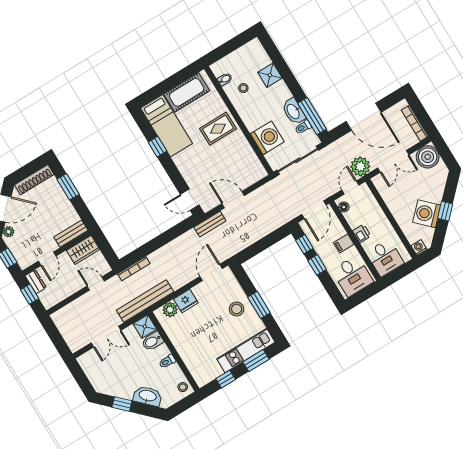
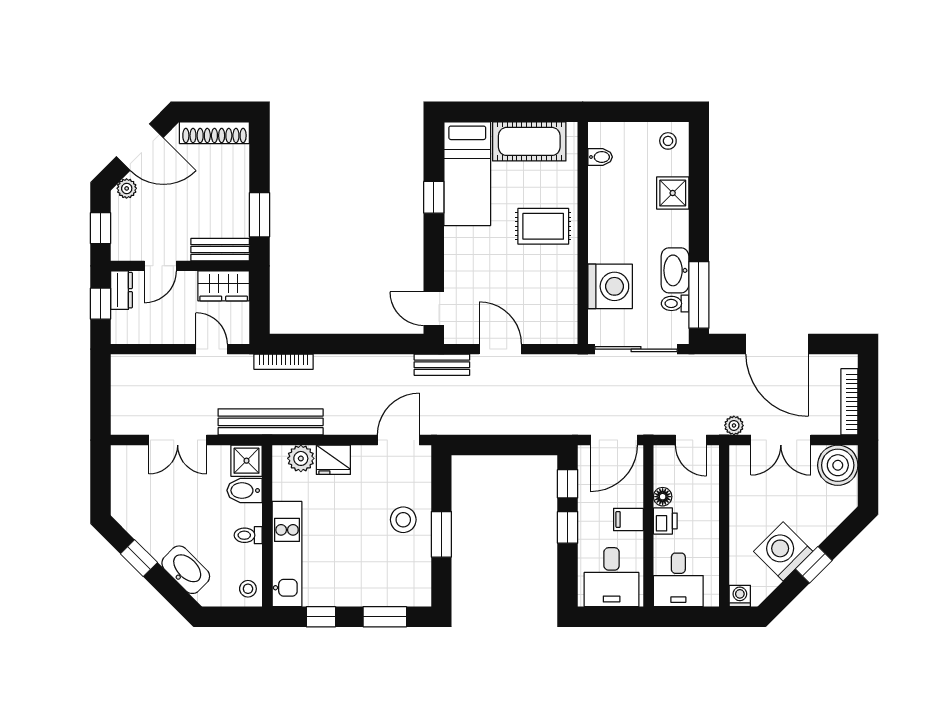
stool: (243, 88) -> (668, 141), moved
plant: (360, 167) -> (734, 425), width x0.53, depth x0.53
window: (68, 187) -> (260, 215), moved
door: (350, 187) -> (691, 440), swing flipped
floor lamp: (344, 207) -> (663, 497), moved
kitchen unit: (246, 351) -> (287, 554), moved, turned 90

